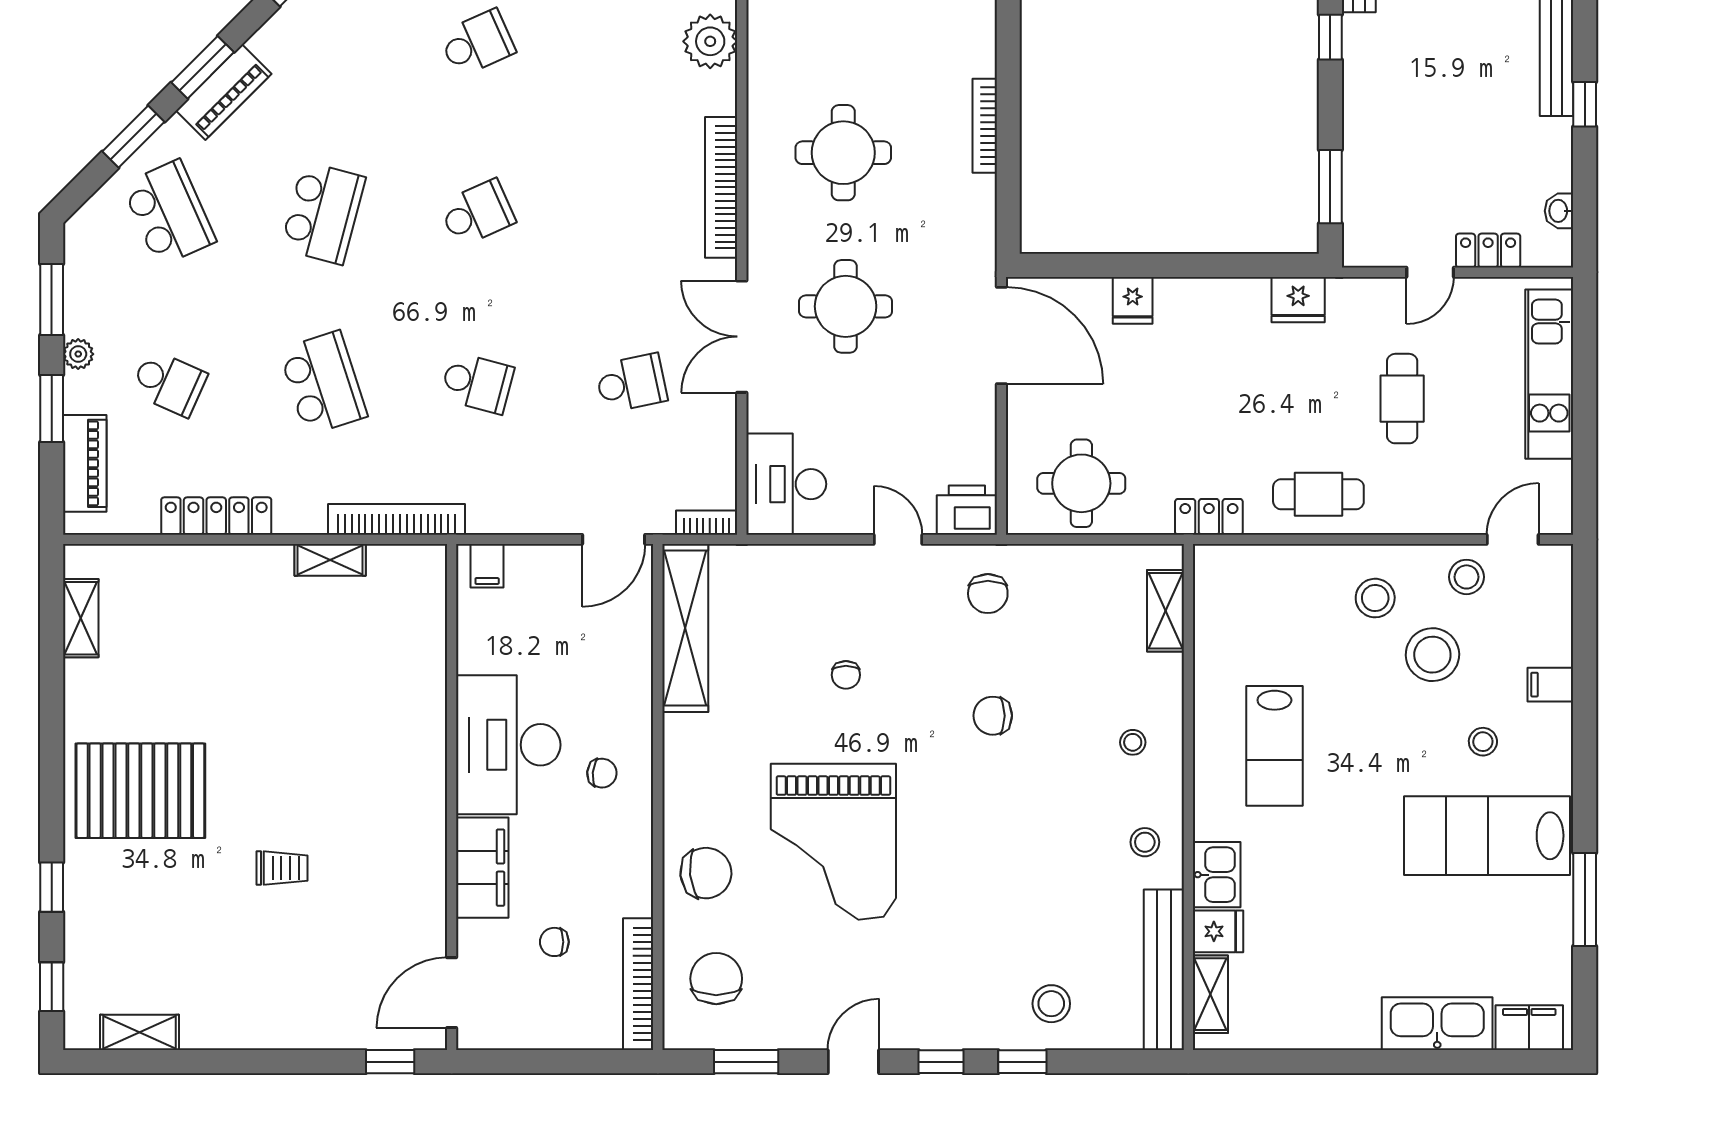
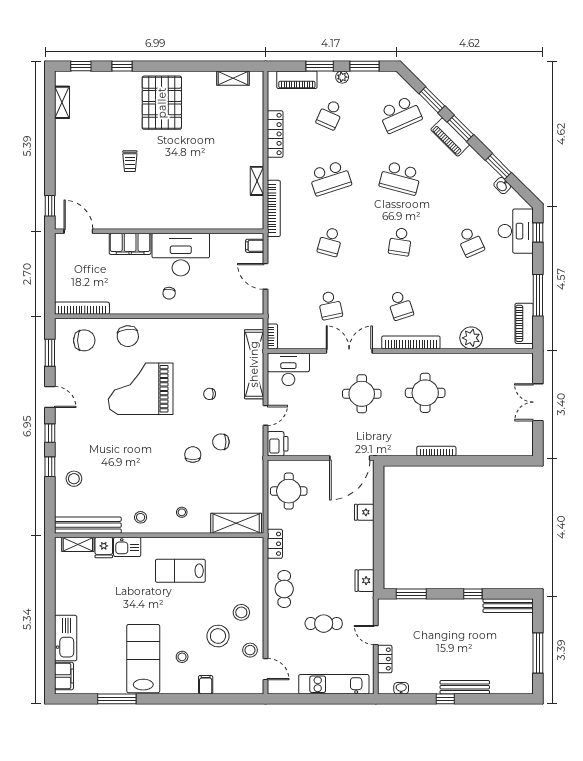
school desk: (477, 213) -> (400, 242), turned 33
school desk: (631, 213) -> (400, 305), added
door: (614, 539) -> (266, 276), moved
chair: (988, 594) -> (221, 442), moved
shelving: (1165, 611) -> (236, 523), width x1.50, depth x1.33
shelving: (685, 628) -> (254, 364), moved, turned 90
chair: (554, 942) -> (99, 274), removed

